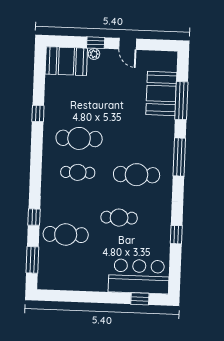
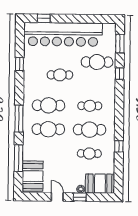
booth: (161, 94) -> (33, 176), moved
cafe table: (80, 104) -> (89, 153), added
cafe table: (138, 141) -> (48, 129), added
bar counter: (139, 276) -> (63, 34), width x1.86

